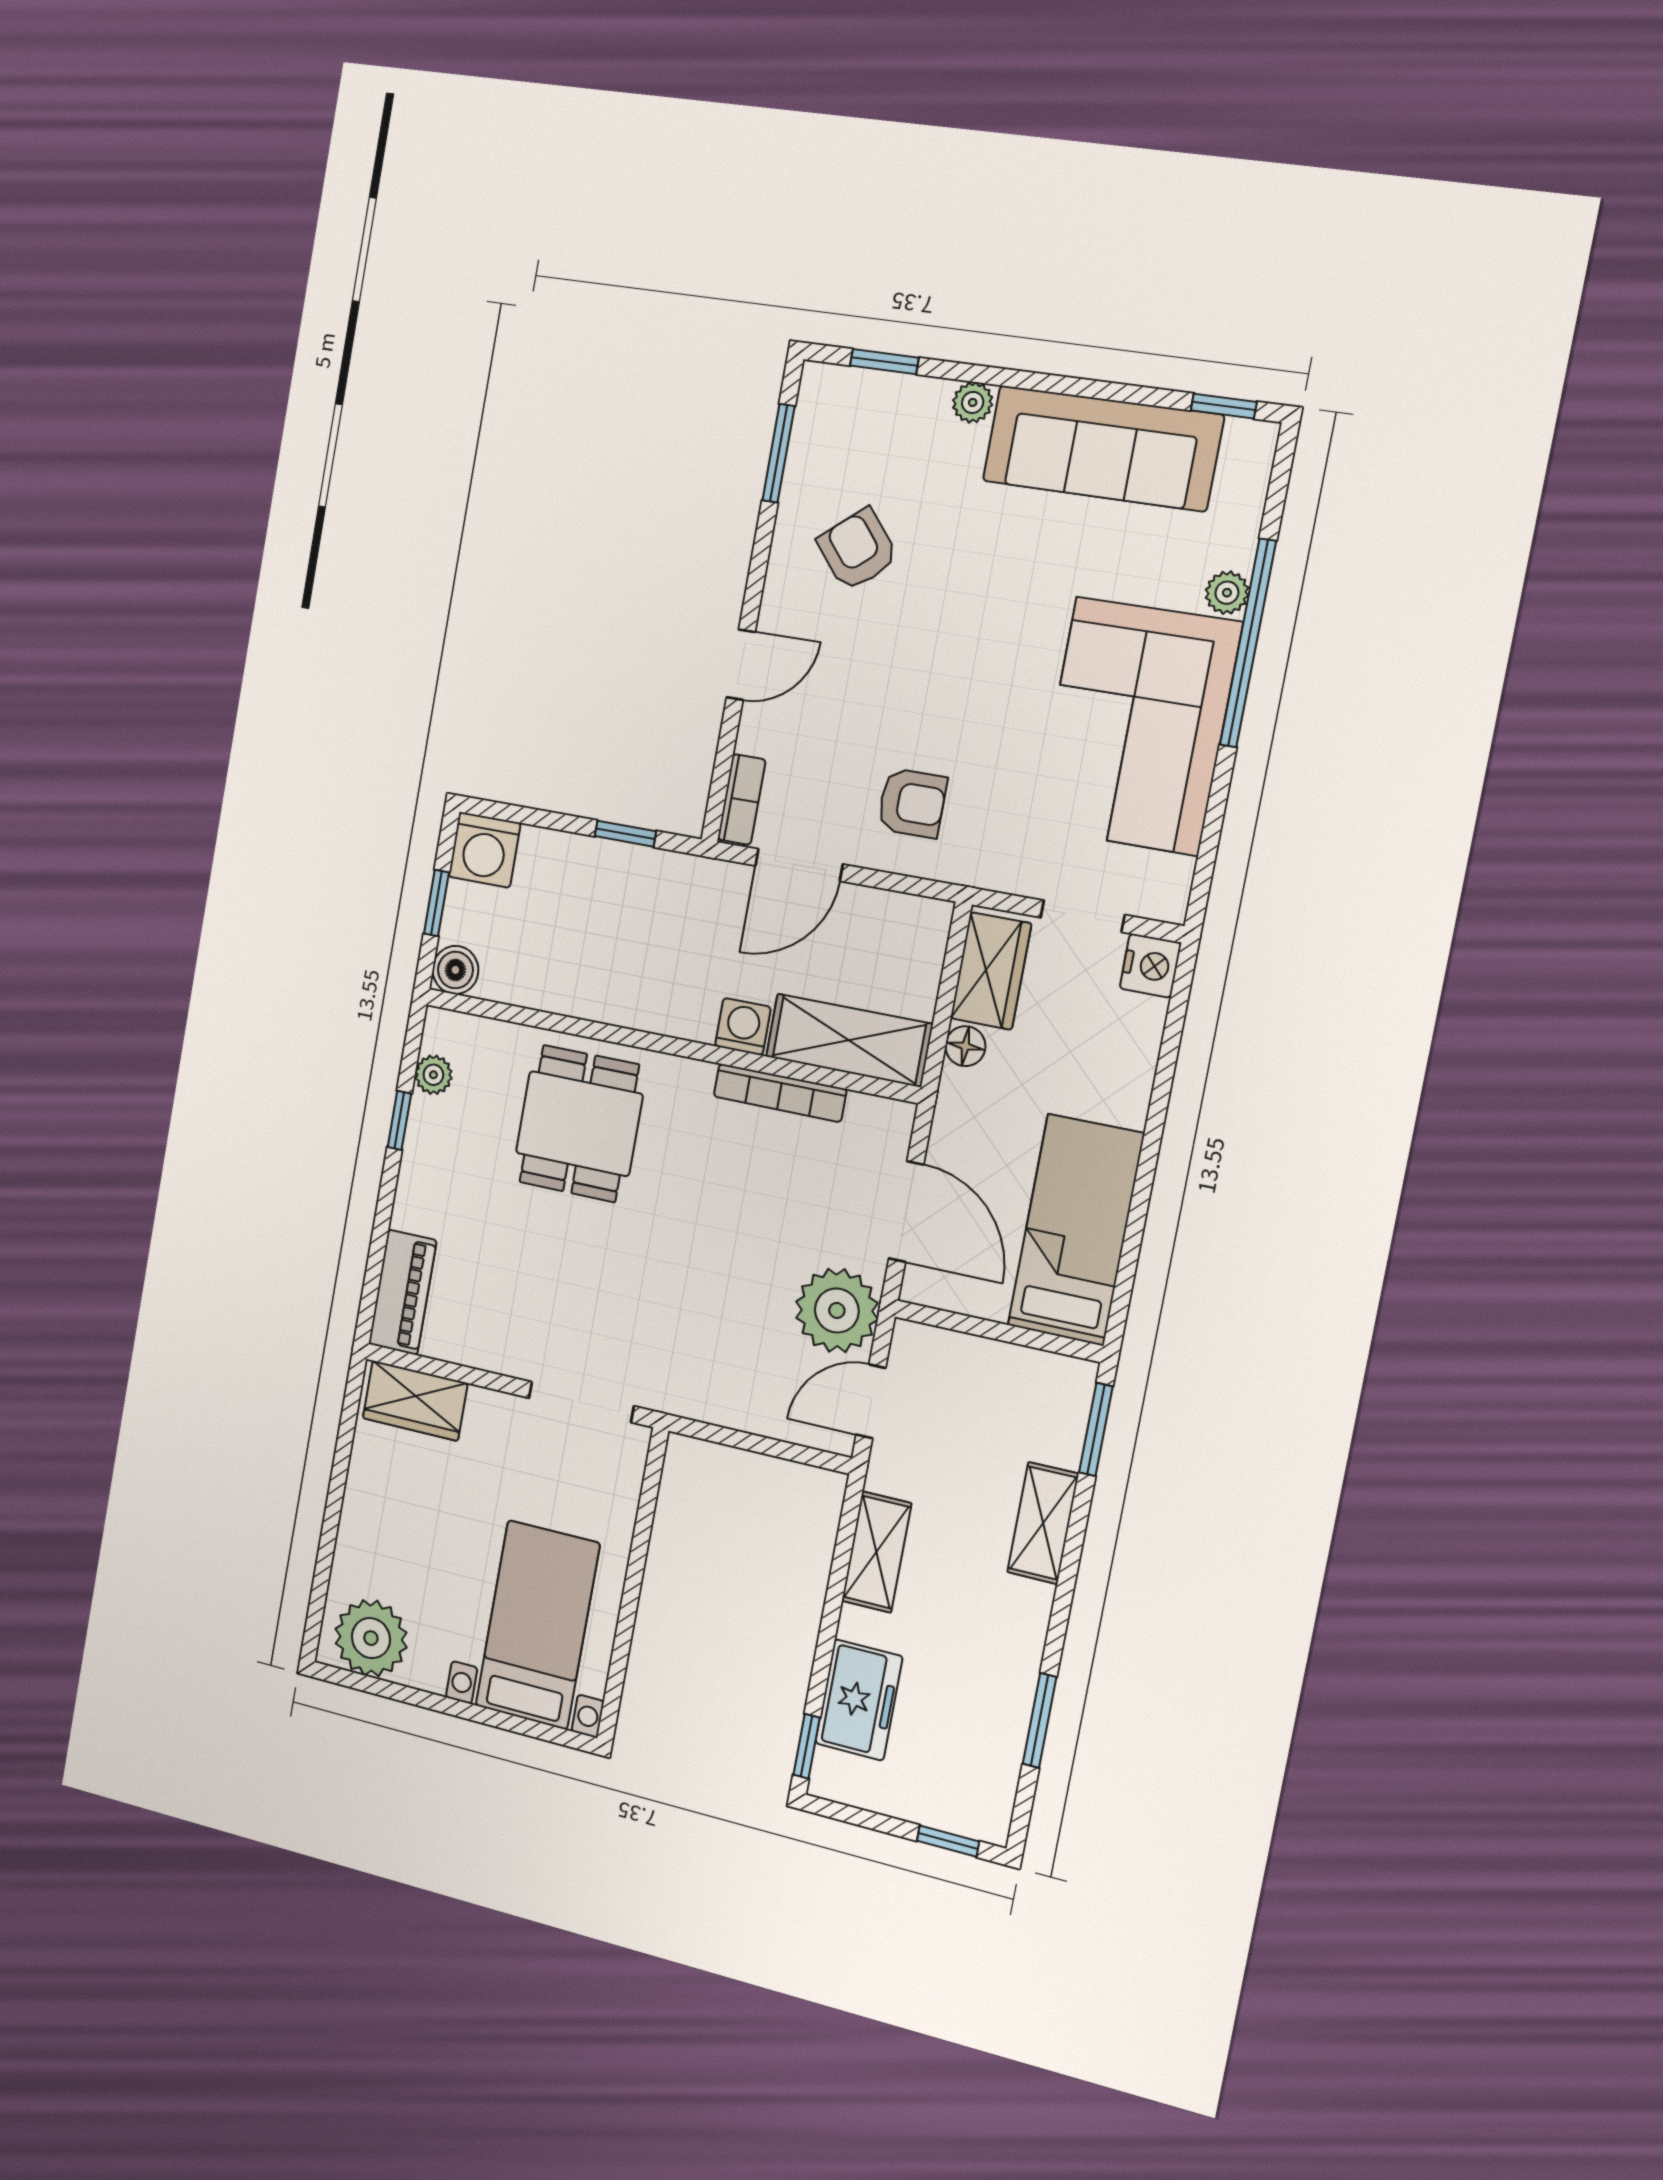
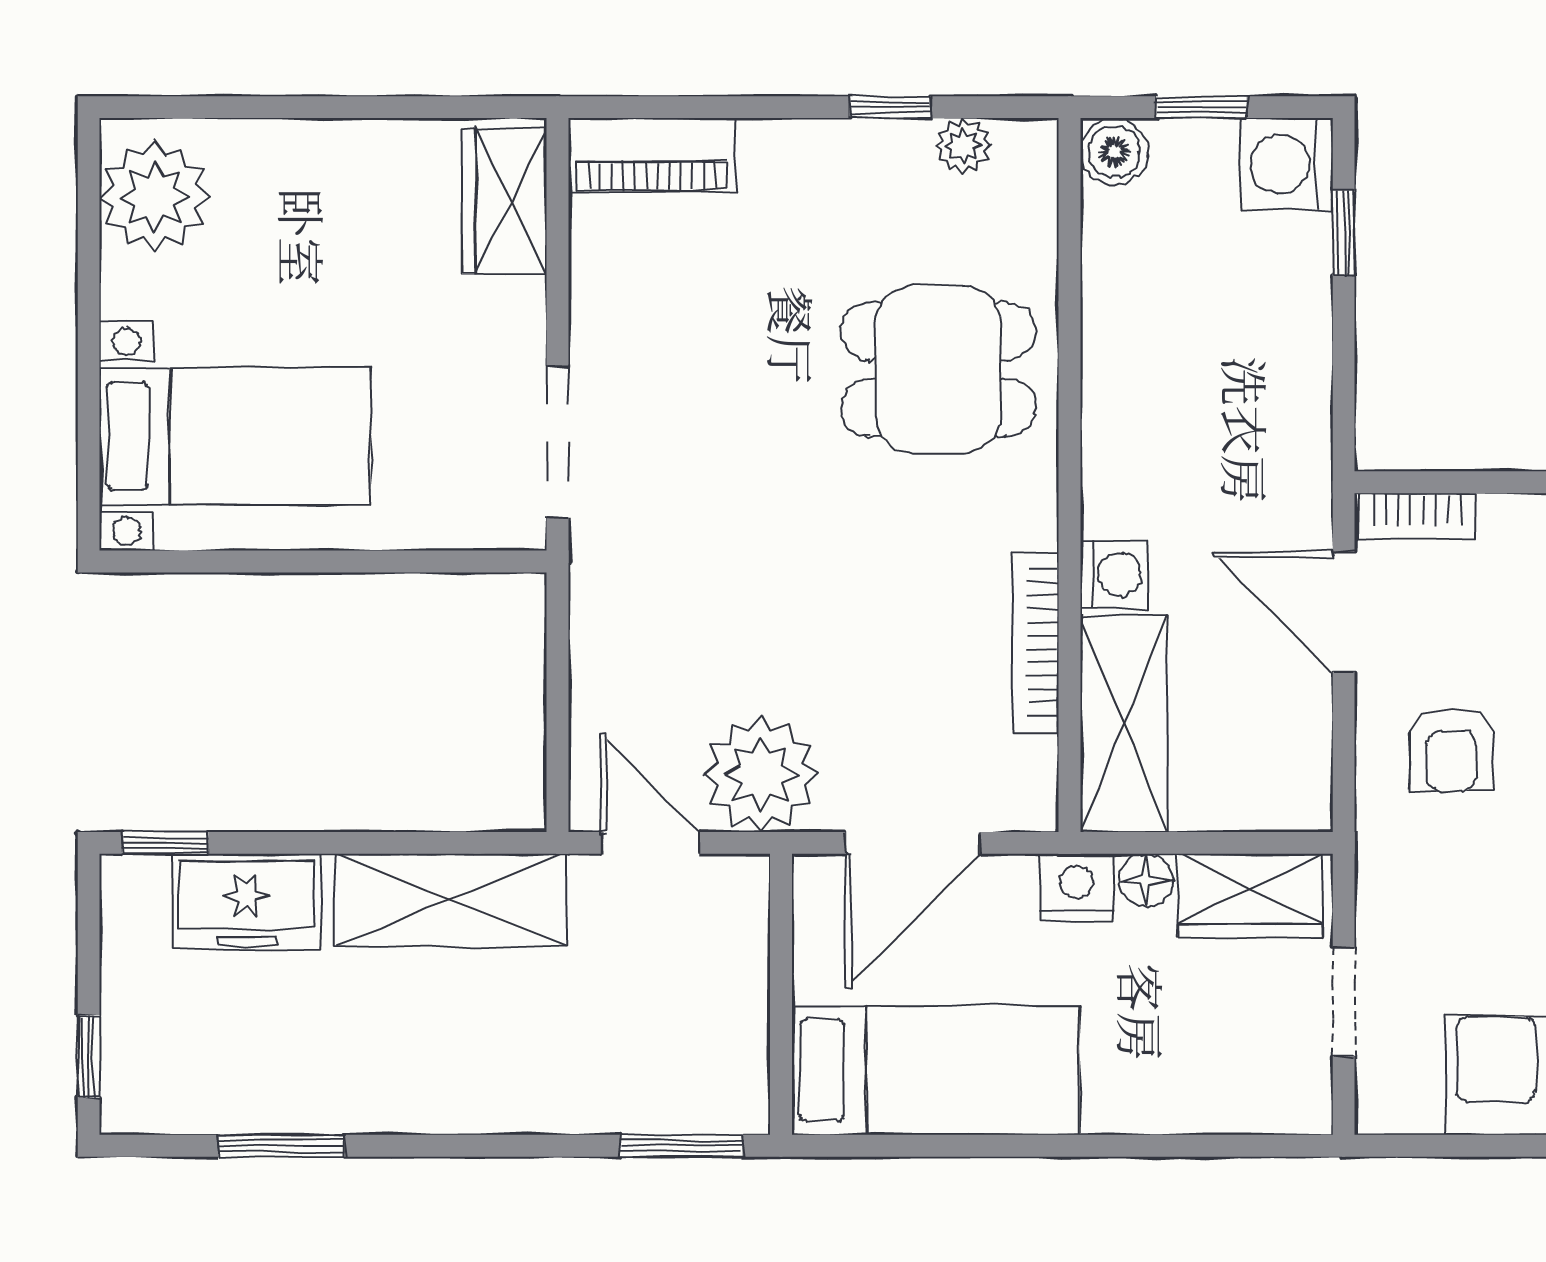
window: (625, 834) -> (1344, 233), moved
nightstand: (1150, 966) -> (1077, 888), moved, turned 180
shelving: (1043, 1523) -> (542, 1101), removed
shelving: (877, 1552) -> (451, 900), width x1.50, depth x1.33

